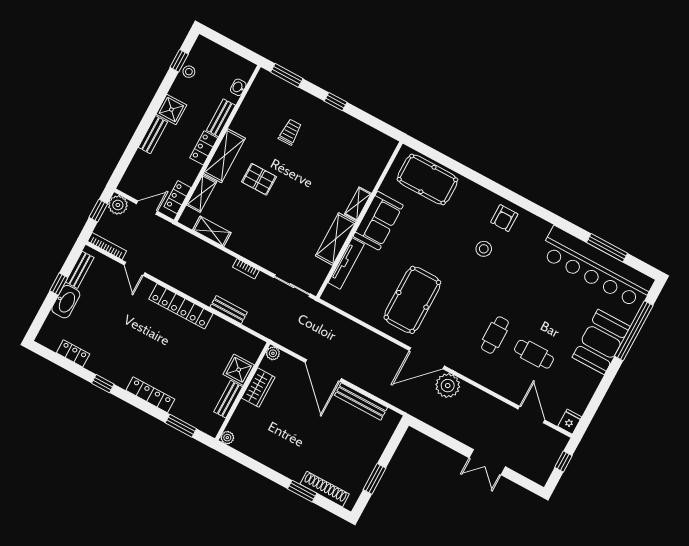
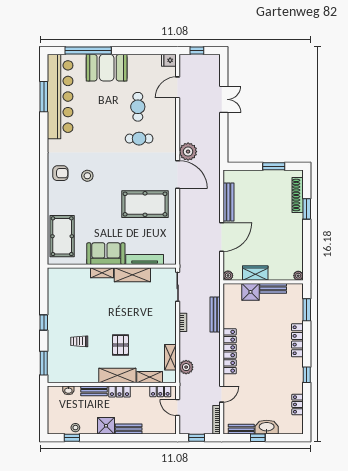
plant: (118, 205) -> (186, 367), moved
bench: (229, 310) -> (215, 315), width x1.36

